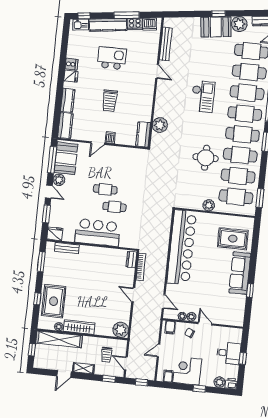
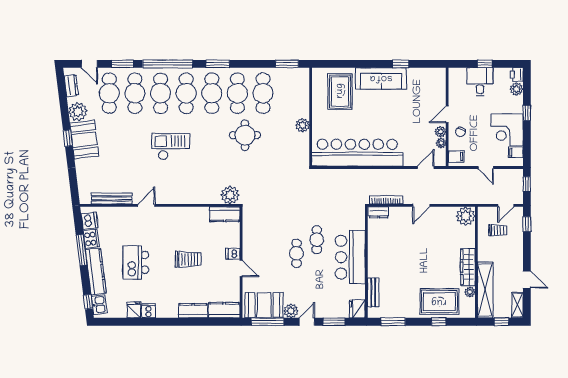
fridge: (71, 76) -> (134, 310), moved
plant: (160, 125) -> (230, 195), moved
cafe table: (236, 197) -> (289, 93), removed
shelving: (83, 368) -> (517, 305), moved

